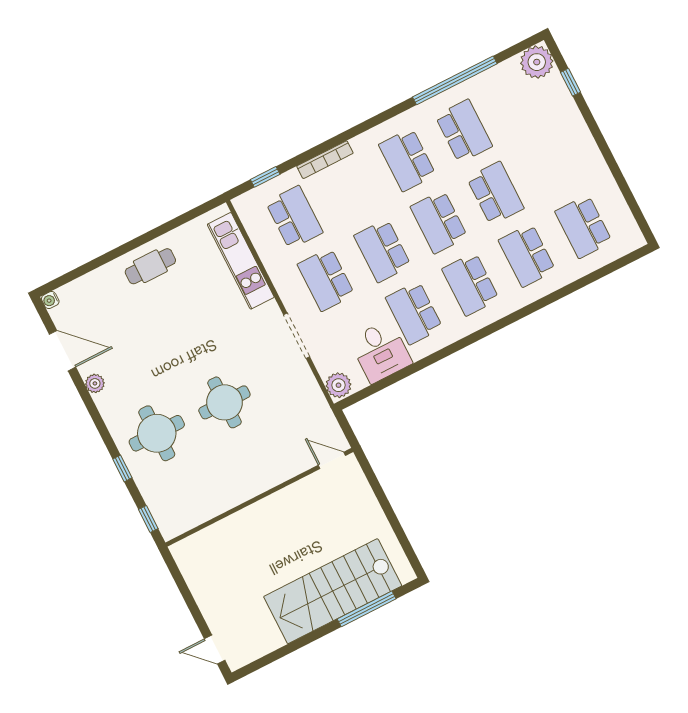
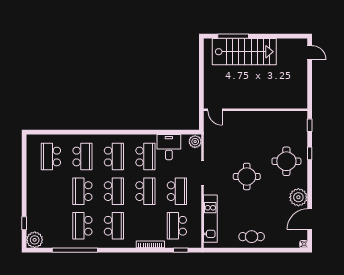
school desk: (584, 227) -> (51, 156), turned 180
door: (62, 351) -> (310, 219), hinge flipped
plant: (95, 383) -> (298, 197), width x1.88, depth x1.88
round table: (224, 402) -> (247, 176), moved

